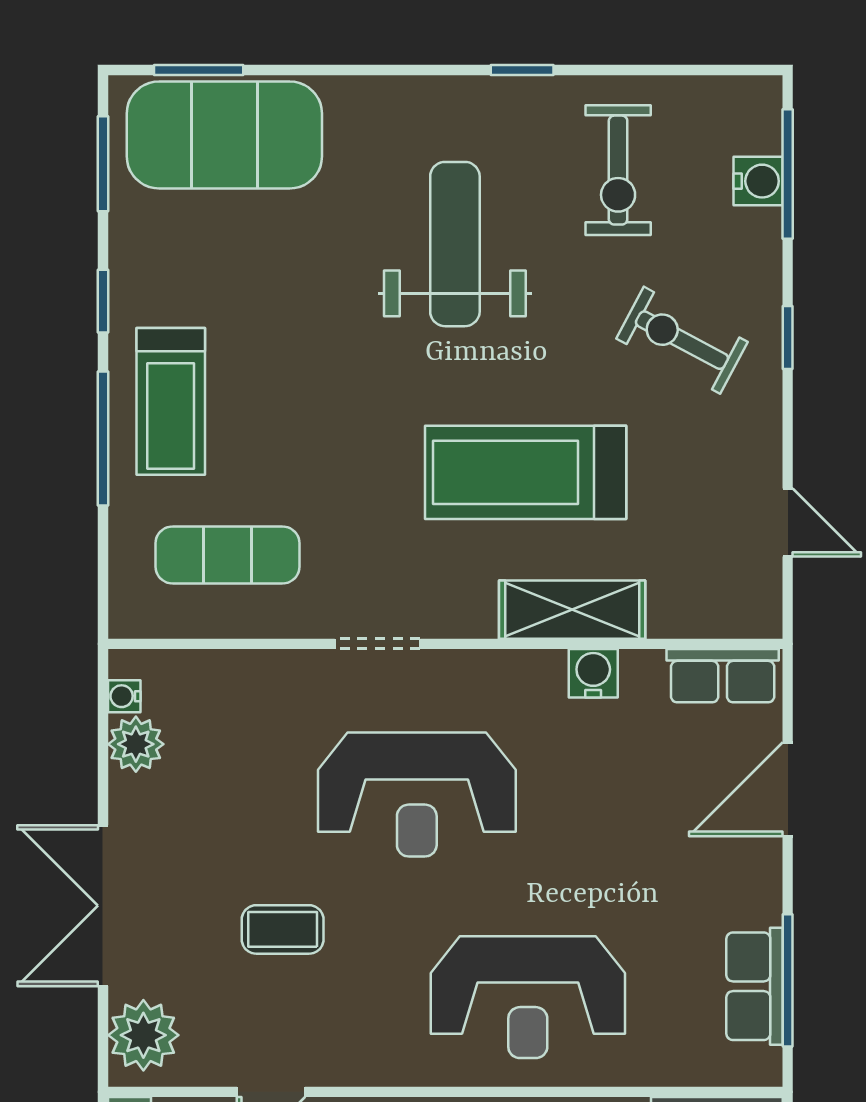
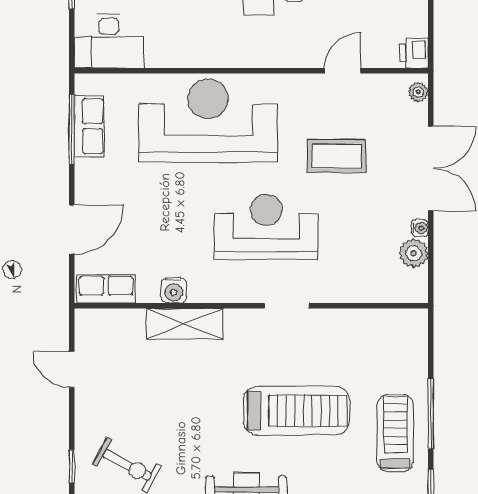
treadmill: (526, 472) -> (296, 411), moved
exercise mat: (227, 555) -> (366, 352), removed
water cooler: (124, 696) -> (420, 228), moved
coffee table: (283, 929) -> (337, 156), width x1.36, depth x1.30
reception desk: (528, 997) -> (208, 120), width x1.36, depth x1.30
plant: (143, 1035) -> (418, 92), width x0.53, depth x0.53

